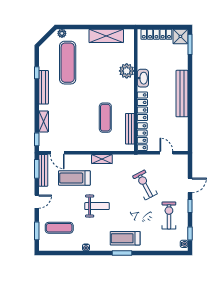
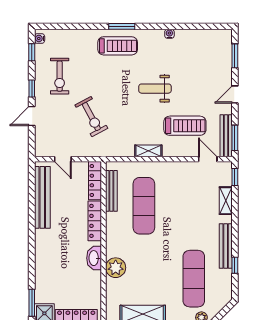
bench: (182, 94) -> (42, 197), moved
exercise mat: (105, 118) -> (144, 206), width x1.36, depth x1.45
exercise mat: (59, 228) -> (205, 60), removed

